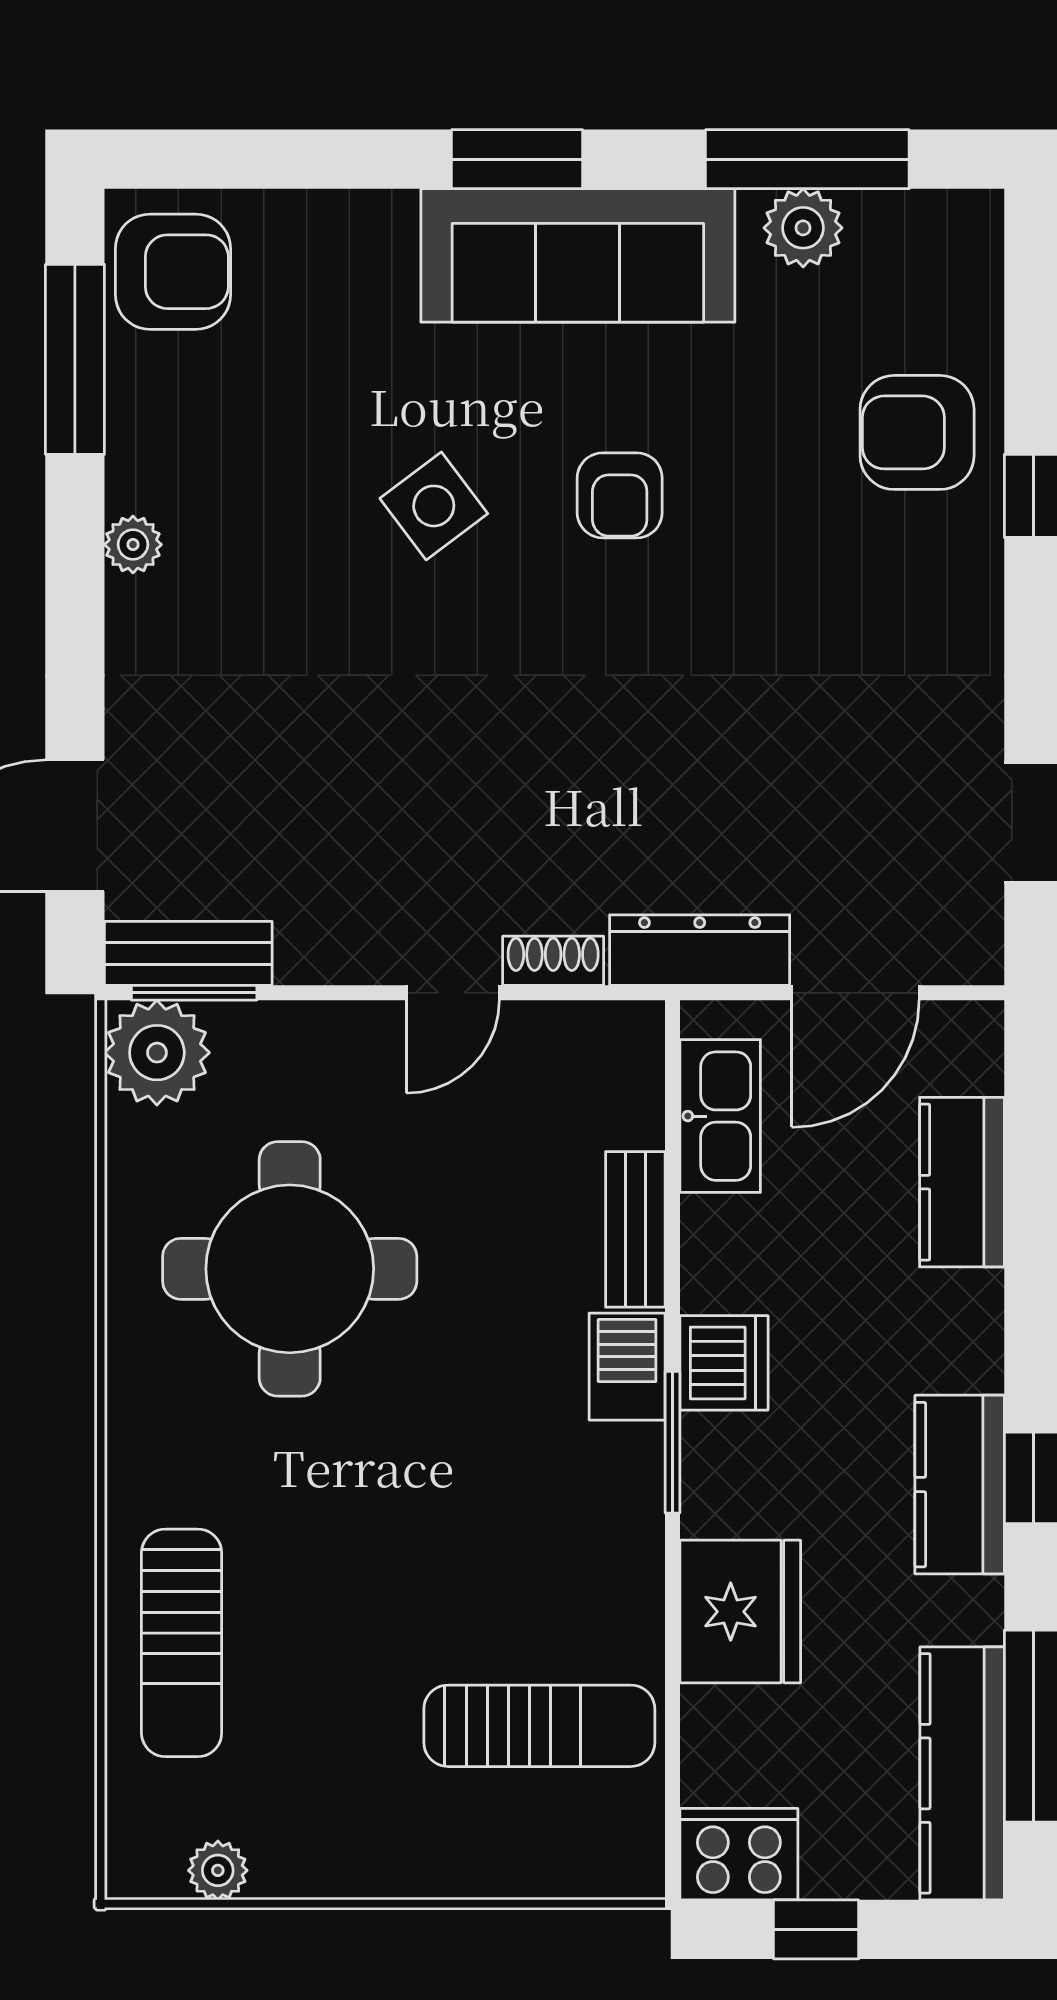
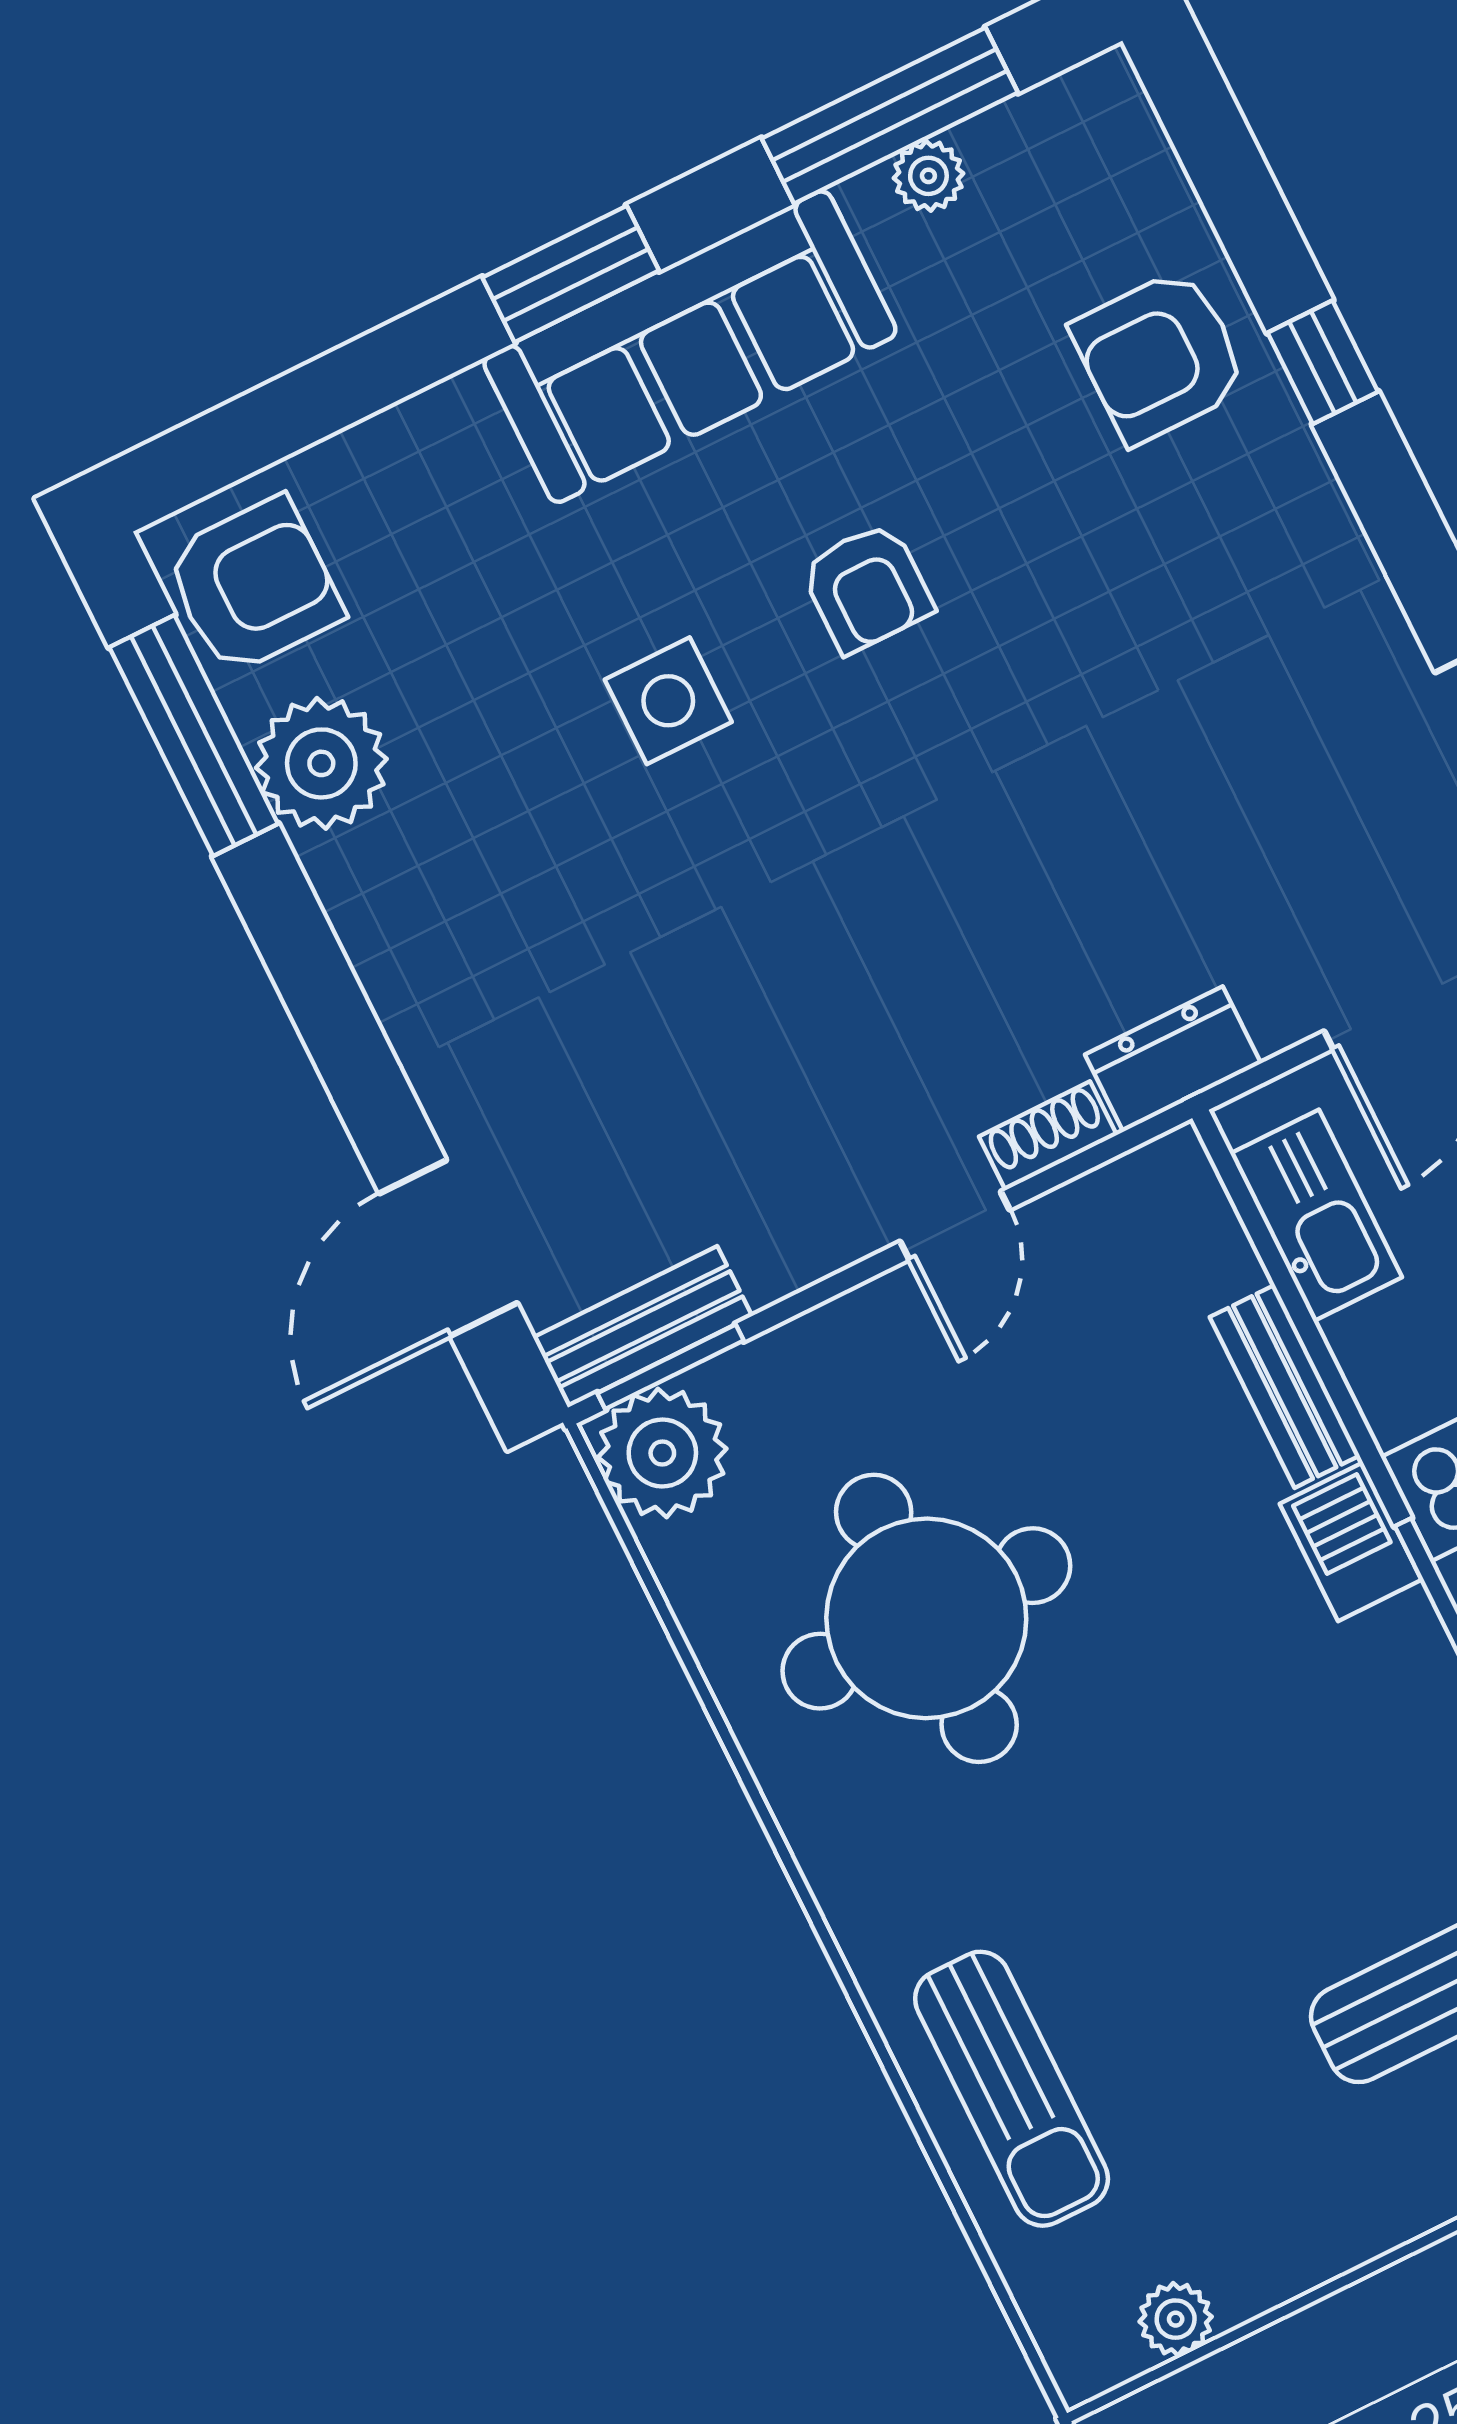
plant: (803, 228) -> (928, 176), width x0.73, depth x0.73
side table: (434, 506) -> (668, 701), turned 37
plant: (133, 545) -> (321, 763), moved, width x1.87, depth x1.87
dresser: (700, 950) -> (1173, 1059), width x0.70

